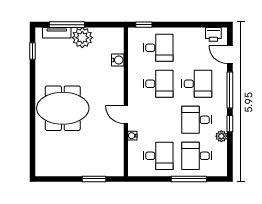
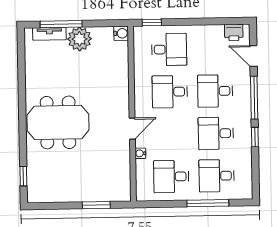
window: (33, 51) -> (23, 176), moved
water cooler: (118, 60) -> (121, 33), moved
desk: (158, 84) -> (170, 92), turned 180
desk: (197, 84) -> (215, 91), turned 180
door: (126, 115) -> (132, 129), swing flipped
plant: (221, 136) -> (245, 152), removed
desk: (158, 156) -> (171, 177), turned 180

